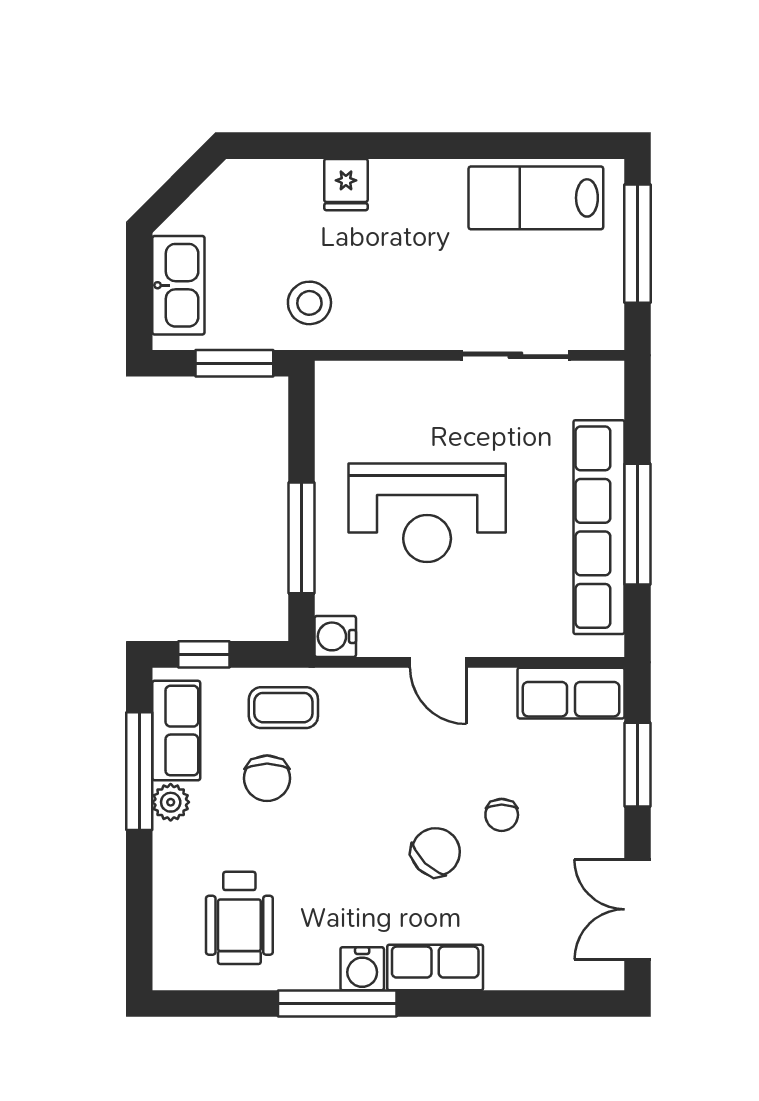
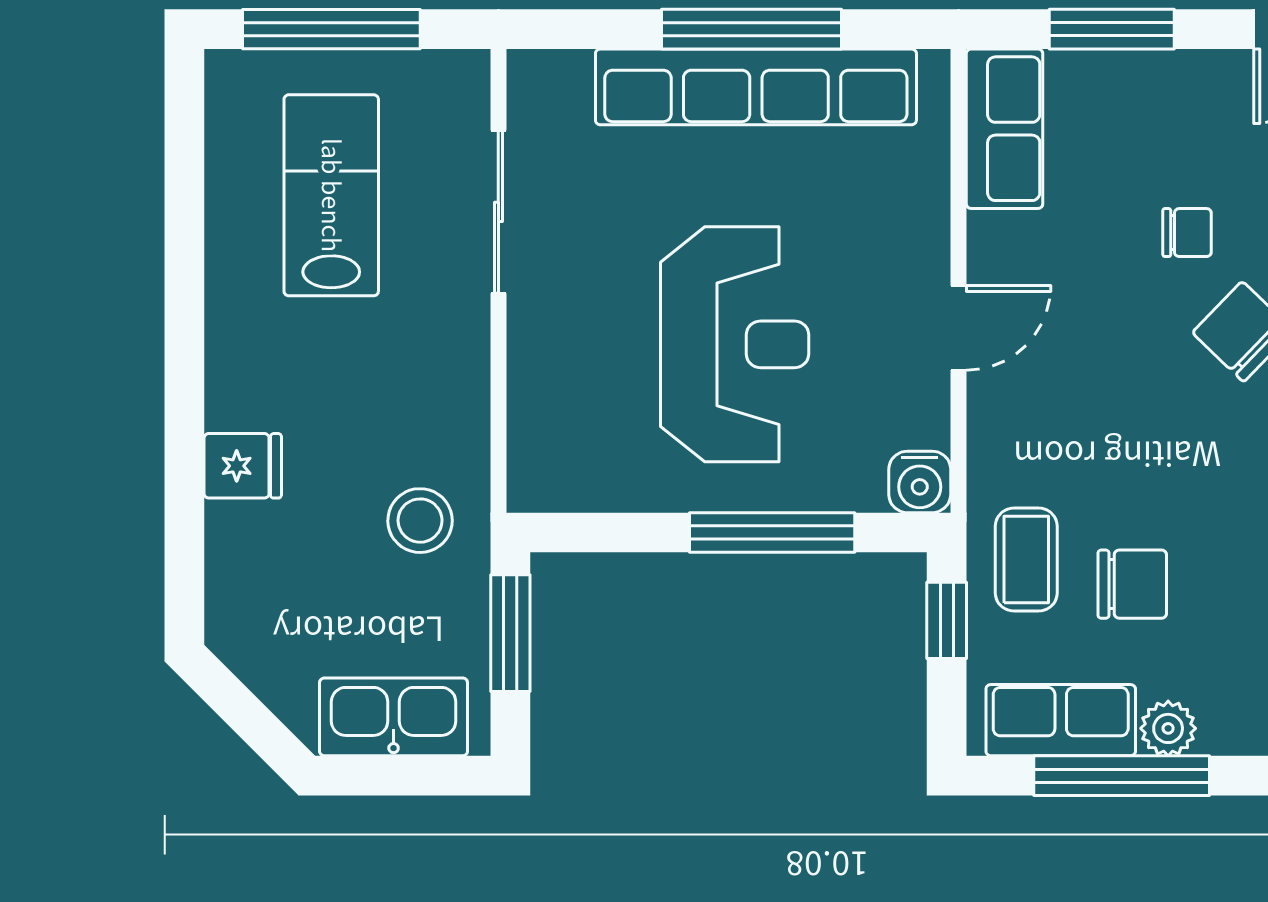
lab bench: (536, 198) -> (331, 195), moved, turned 180
window: (204, 654) -> (947, 620), moved

